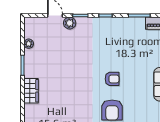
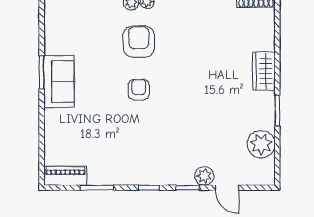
plant: (29, 44) -> (261, 144), width x1.87, depth x1.87
armchair: (112, 79) -> (139, 90), turned 90

